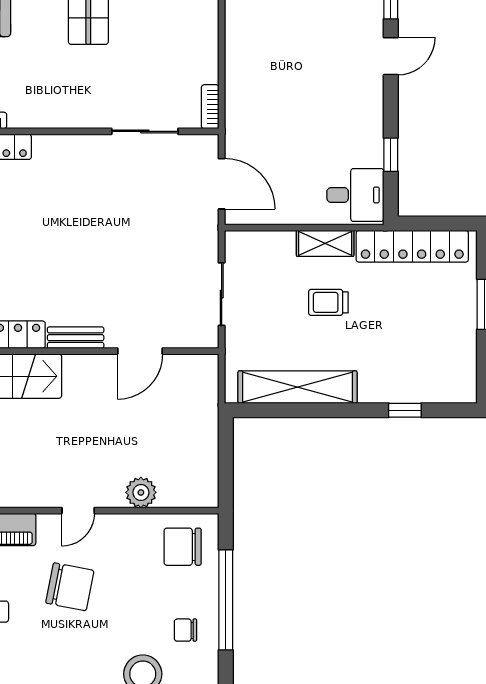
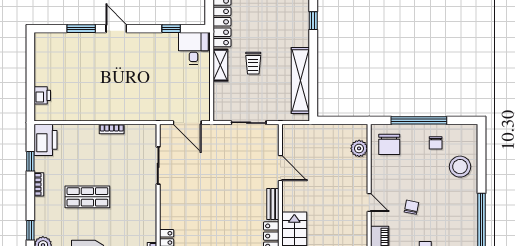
bookcase: (210, 107) -> (112, 129), moved
door: (222, 184) -> (187, 123), swing flipped
plant: (141, 492) -> (359, 148), moved
chair: (70, 587) -> (411, 207), width x0.54, depth x0.54

